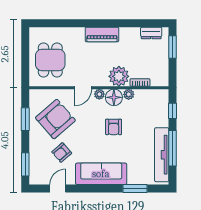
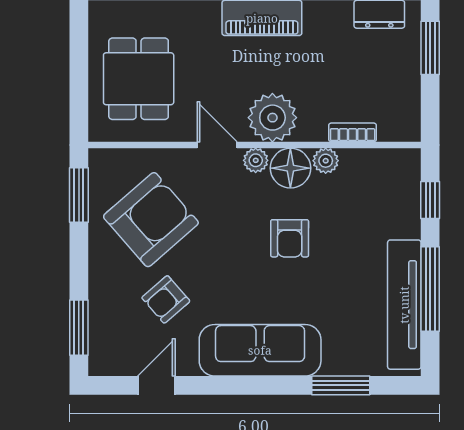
plant: (119, 76) -> (272, 118), moved
door: (83, 88) -> (217, 145), swing flipped
window: (25, 119) -> (79, 195), moved

